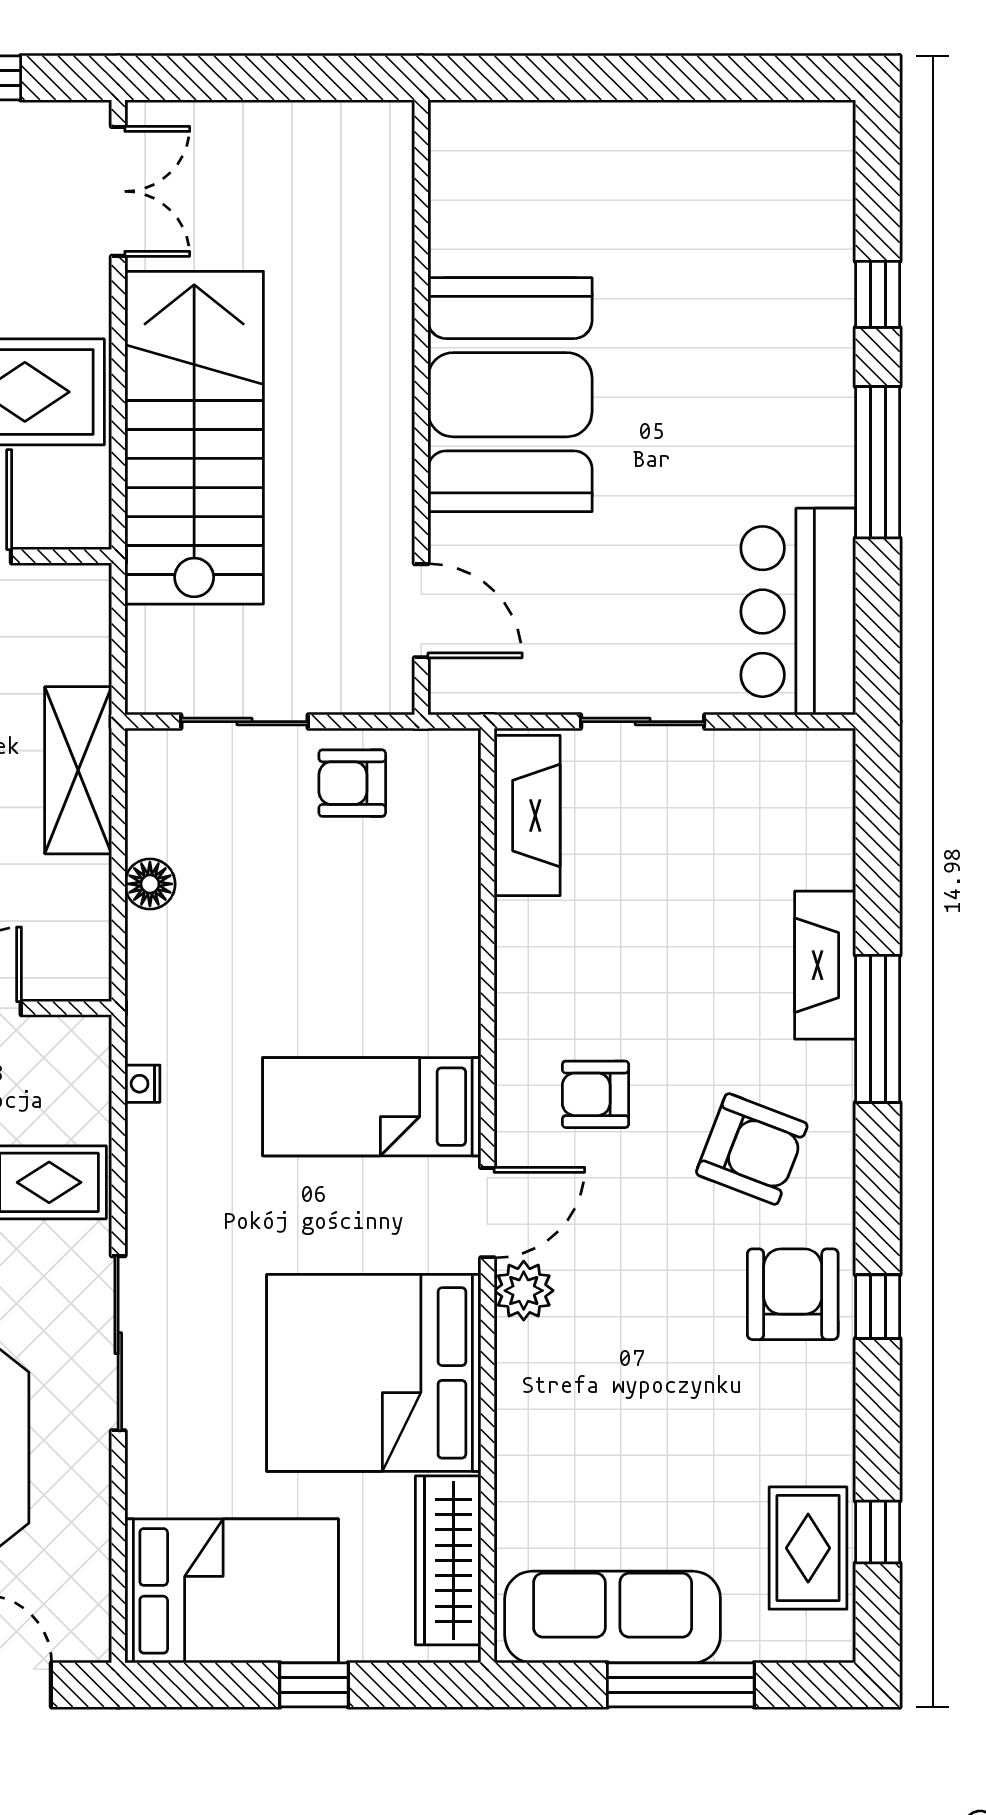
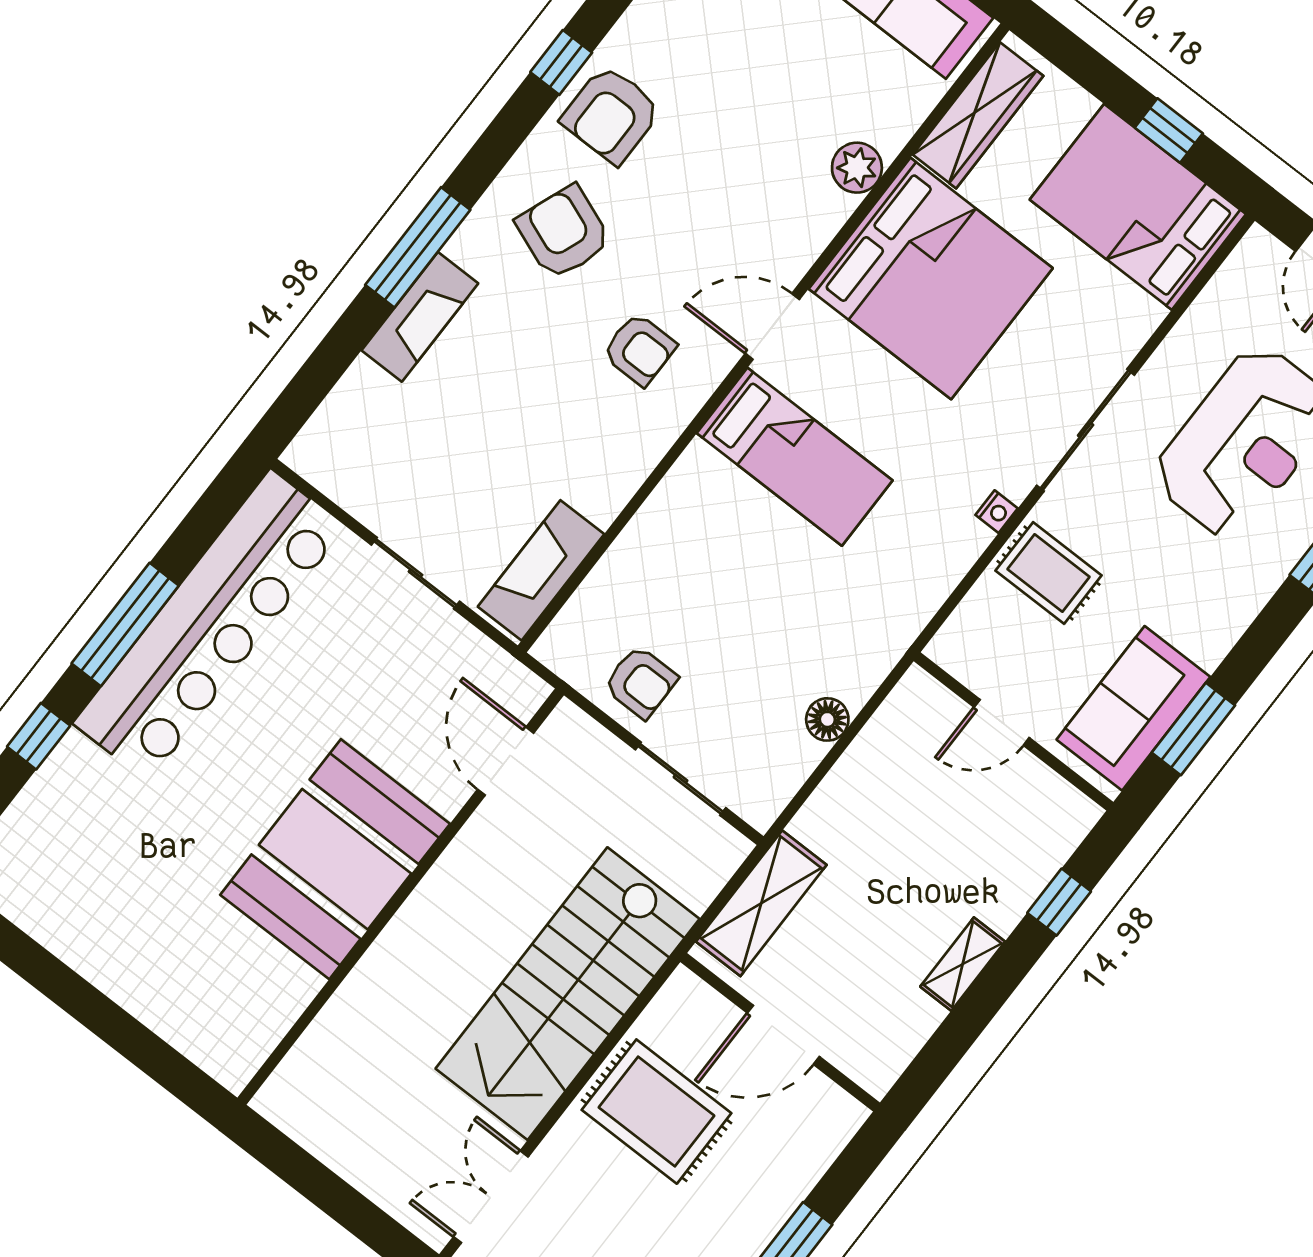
bar counter: (798, 612) -> (209, 625), width x1.86
shelving: (78, 770) -> (761, 903), moved
nightstand: (142, 1084) -> (997, 512), moved
plant: (524, 1291) -> (857, 168), moved
window: (314, 1685) -> (1169, 131), moved

